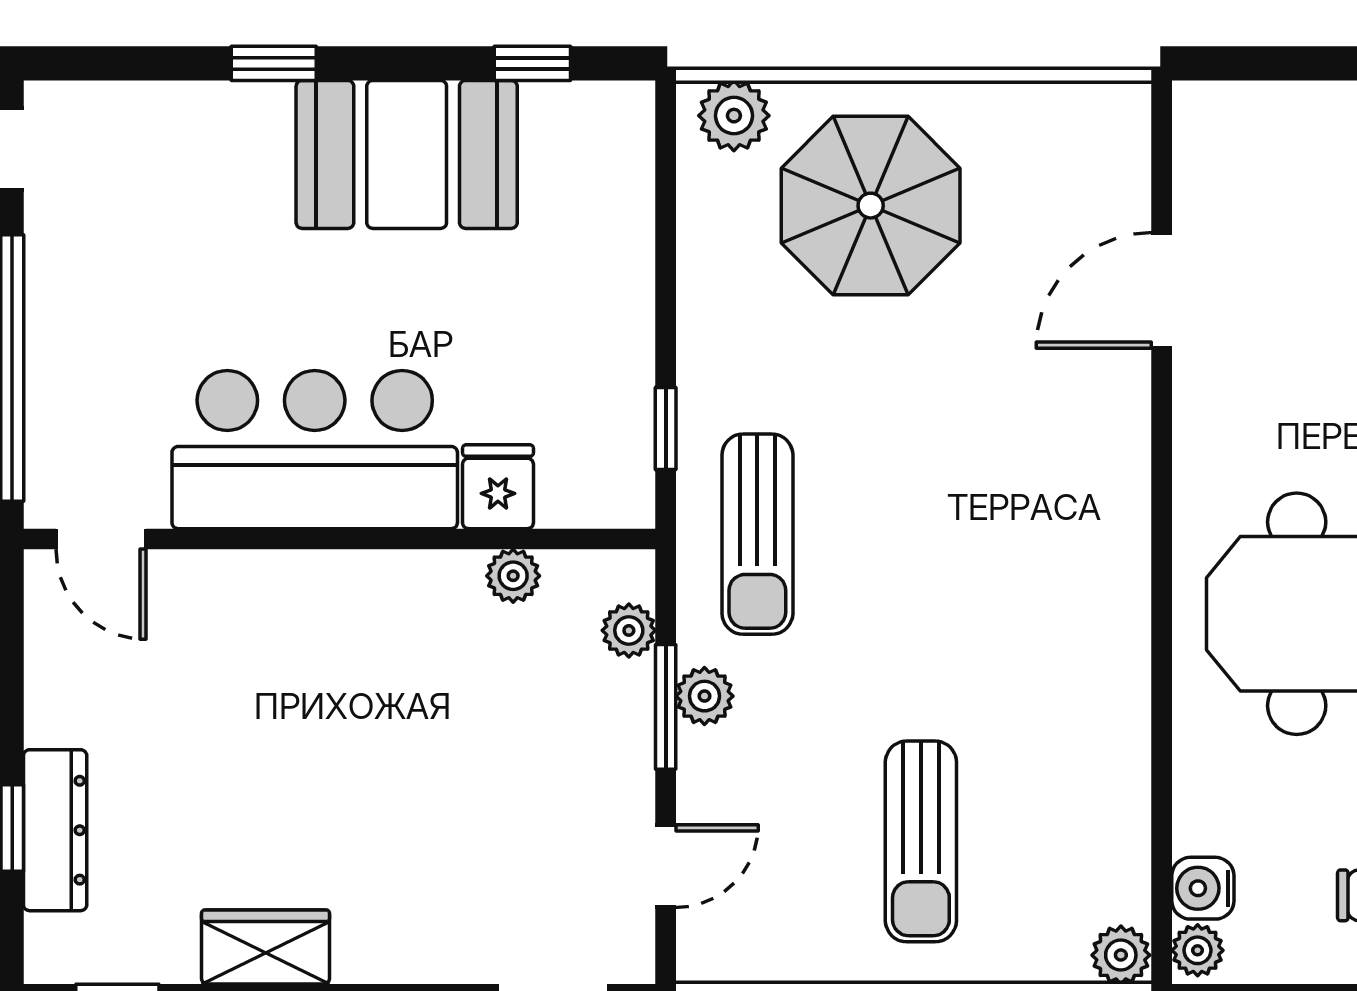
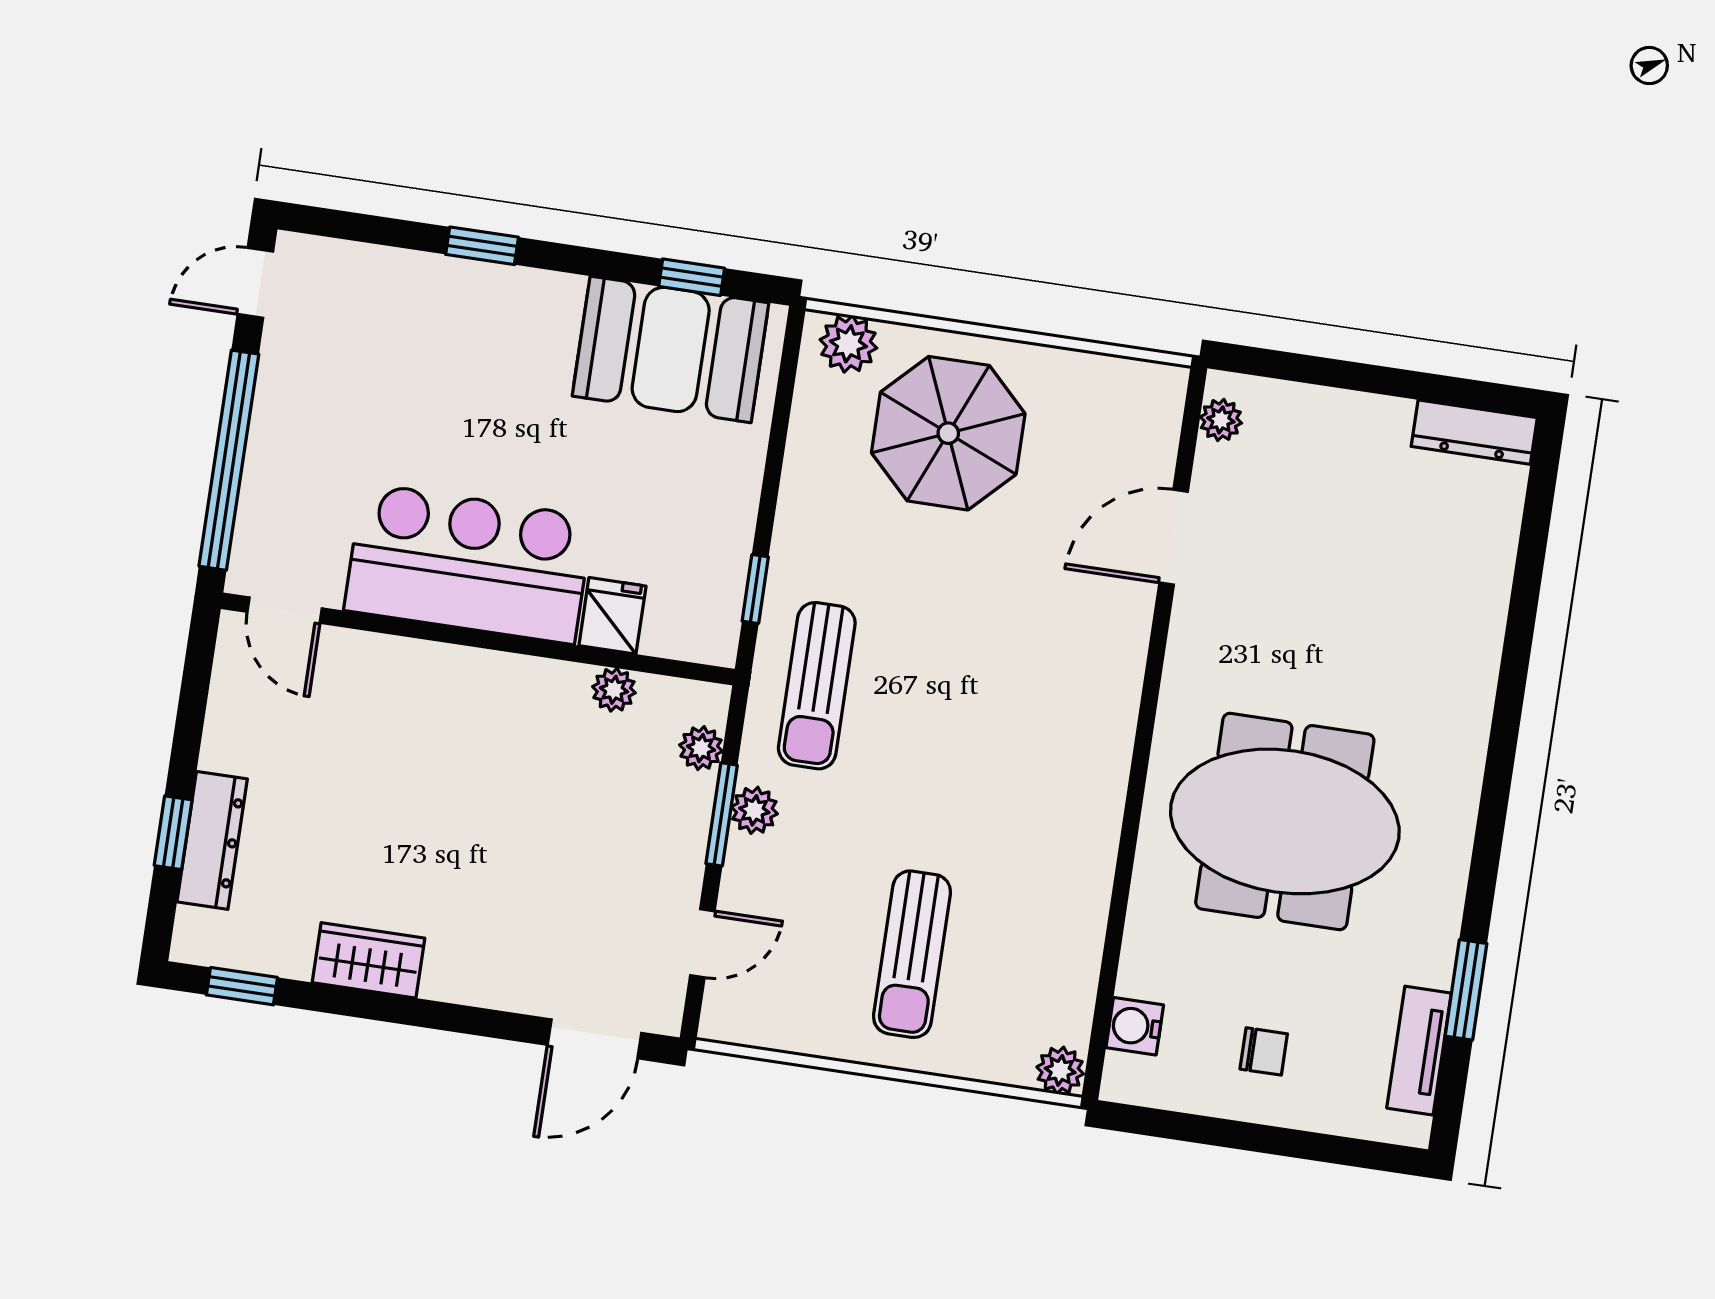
booth: (407, 154) -> (671, 349), moved
plant: (1198, 950) -> (1221, 420), moved

